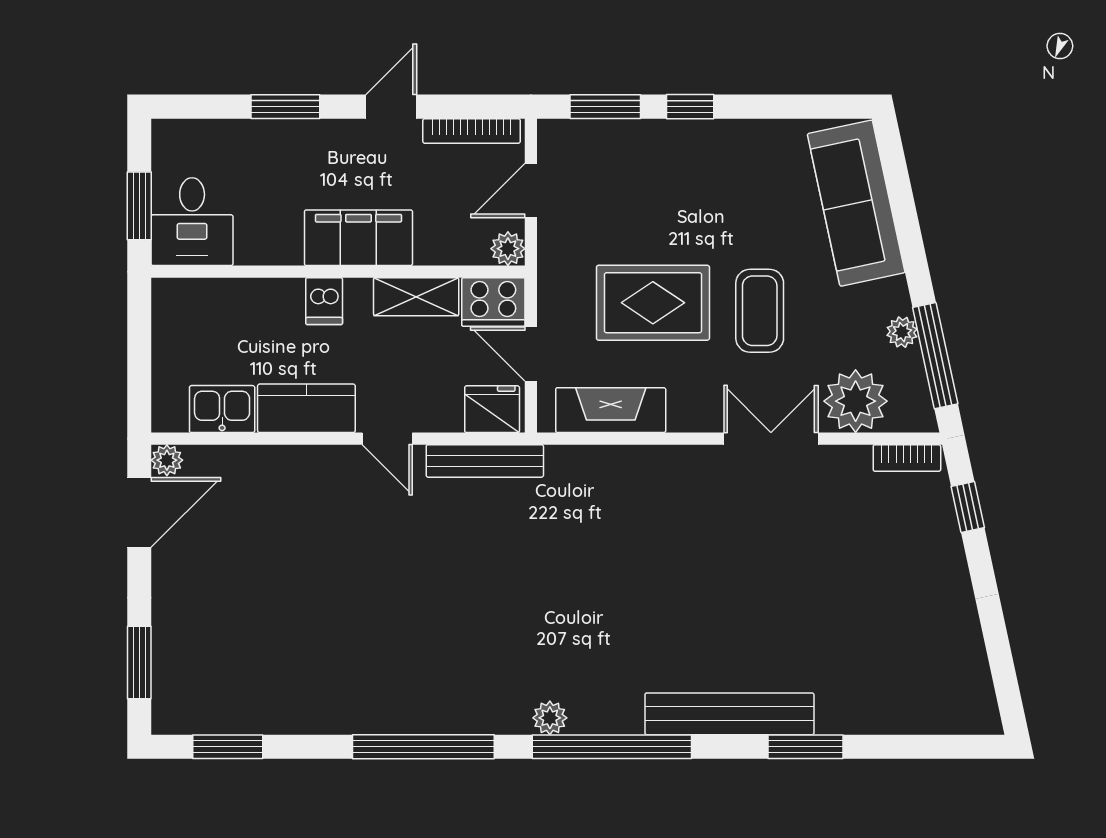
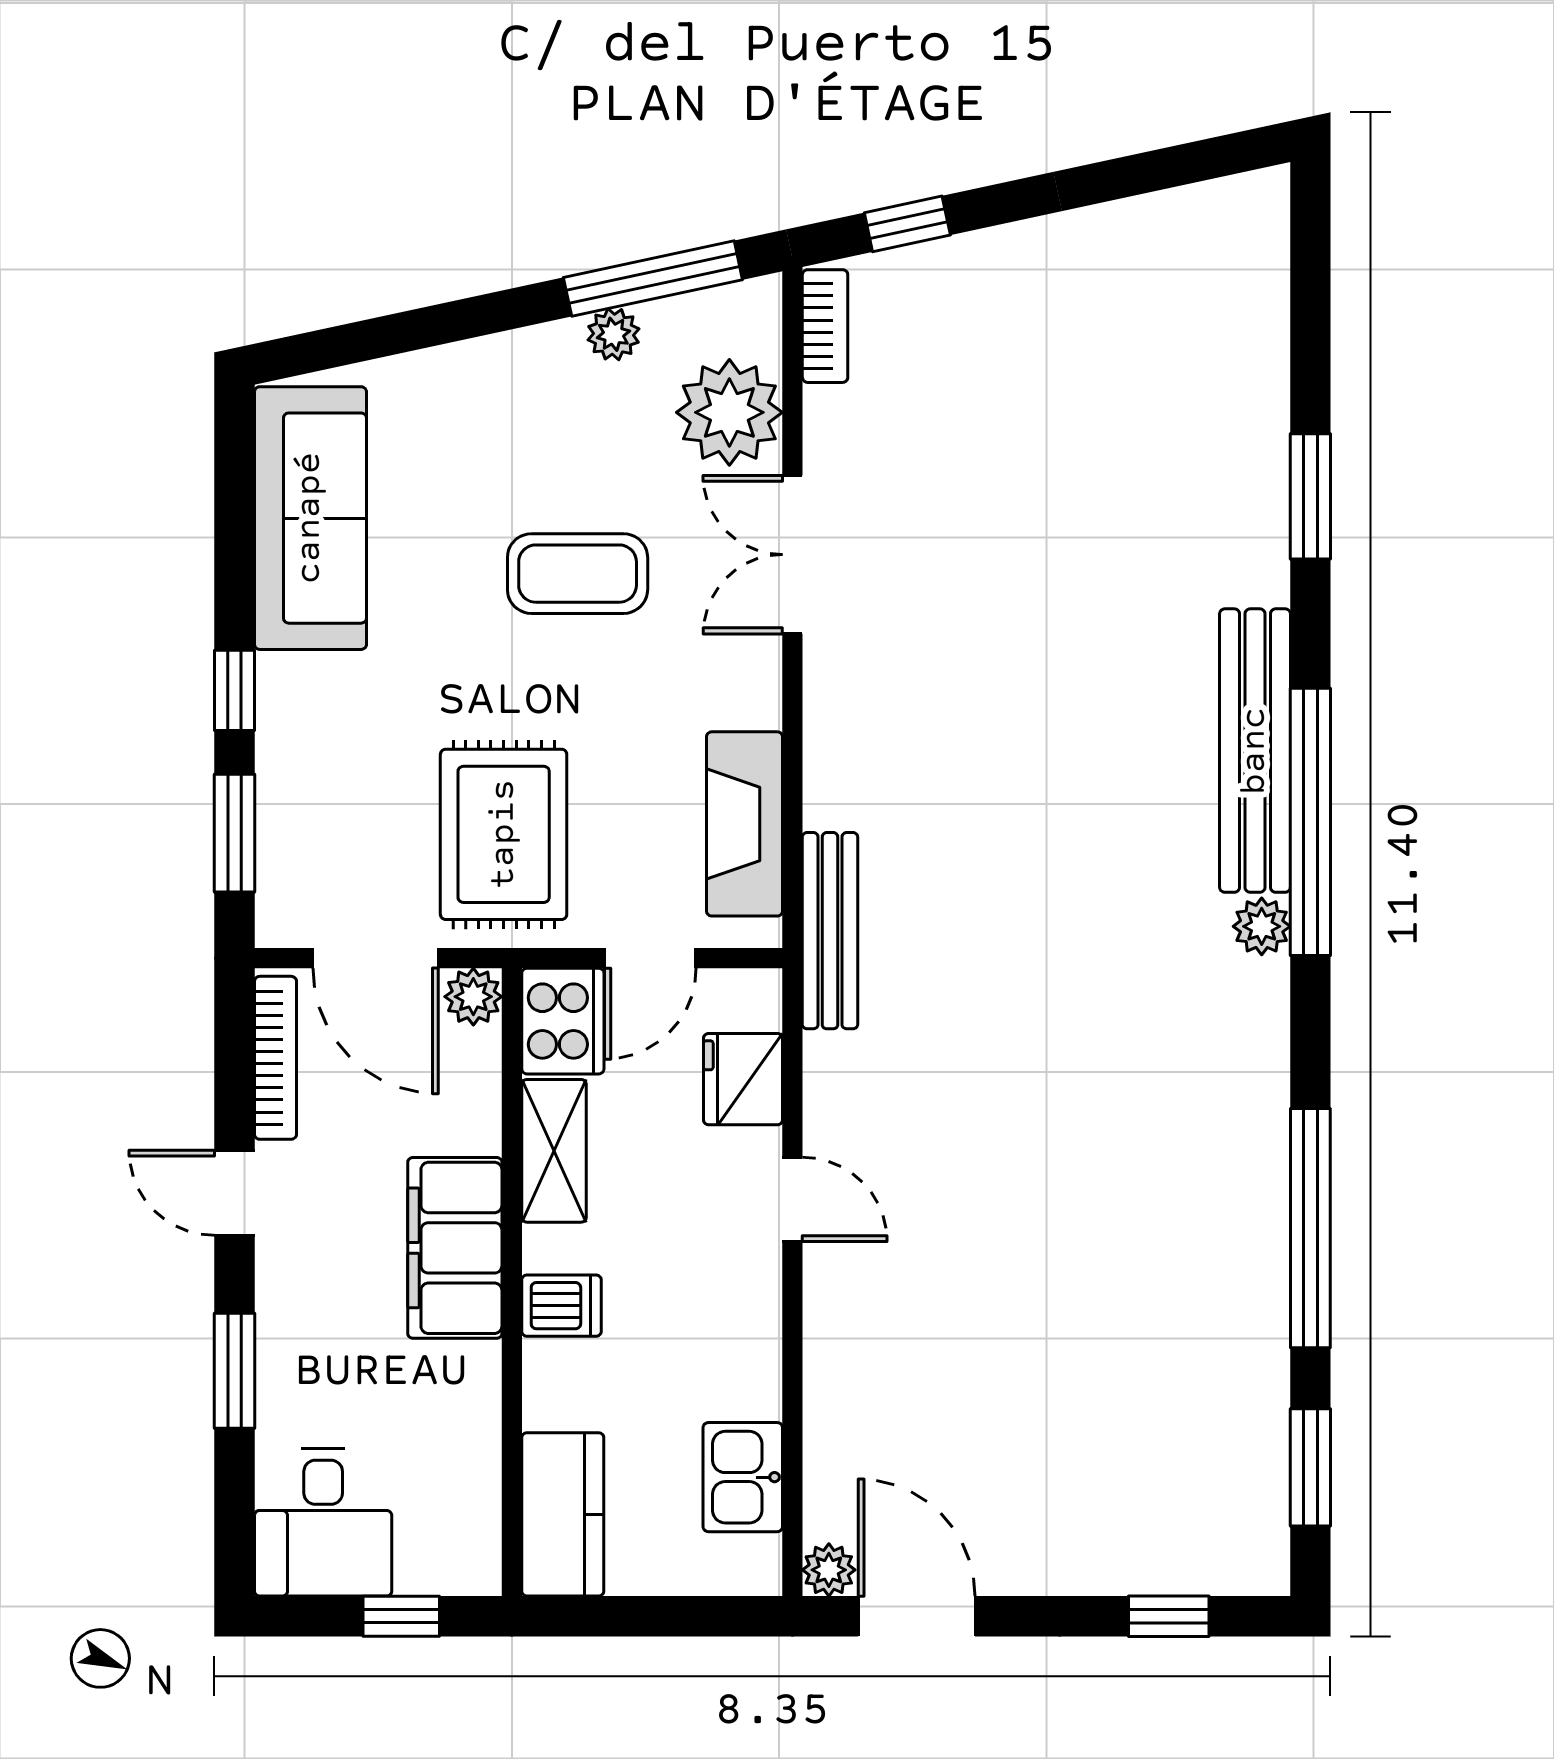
door: (531, 191) -> (376, 958), width x1.37
sofa: (856, 203) -> (310, 518), moved, turned -78
window: (139, 206) -> (401, 1616), width x0.67
desk: (192, 222) -> (323, 1522), moved, turned 90
rug: (653, 303) -> (504, 834), moved
kitchen counter: (306, 408) -> (563, 1514), moved, turned 180
fridge: (492, 409) -> (743, 1079), moved
door: (387, 439) -> (792, 1199), hinge flipped
bench: (485, 461) -> (830, 931), moved
window: (139, 662) -> (1169, 1616), width x0.67
bench: (729, 714) -> (1255, 751), moved
window: (423, 747) -> (1310, 1228), moved

